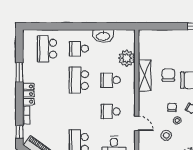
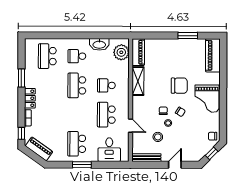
piano: (145, 44) -> (138, 52), added
plant: (127, 58) -> (121, 52), moved
chair: (168, 75) -> (160, 81), removed
school desk: (111, 112) -> (106, 115), width x1.85

